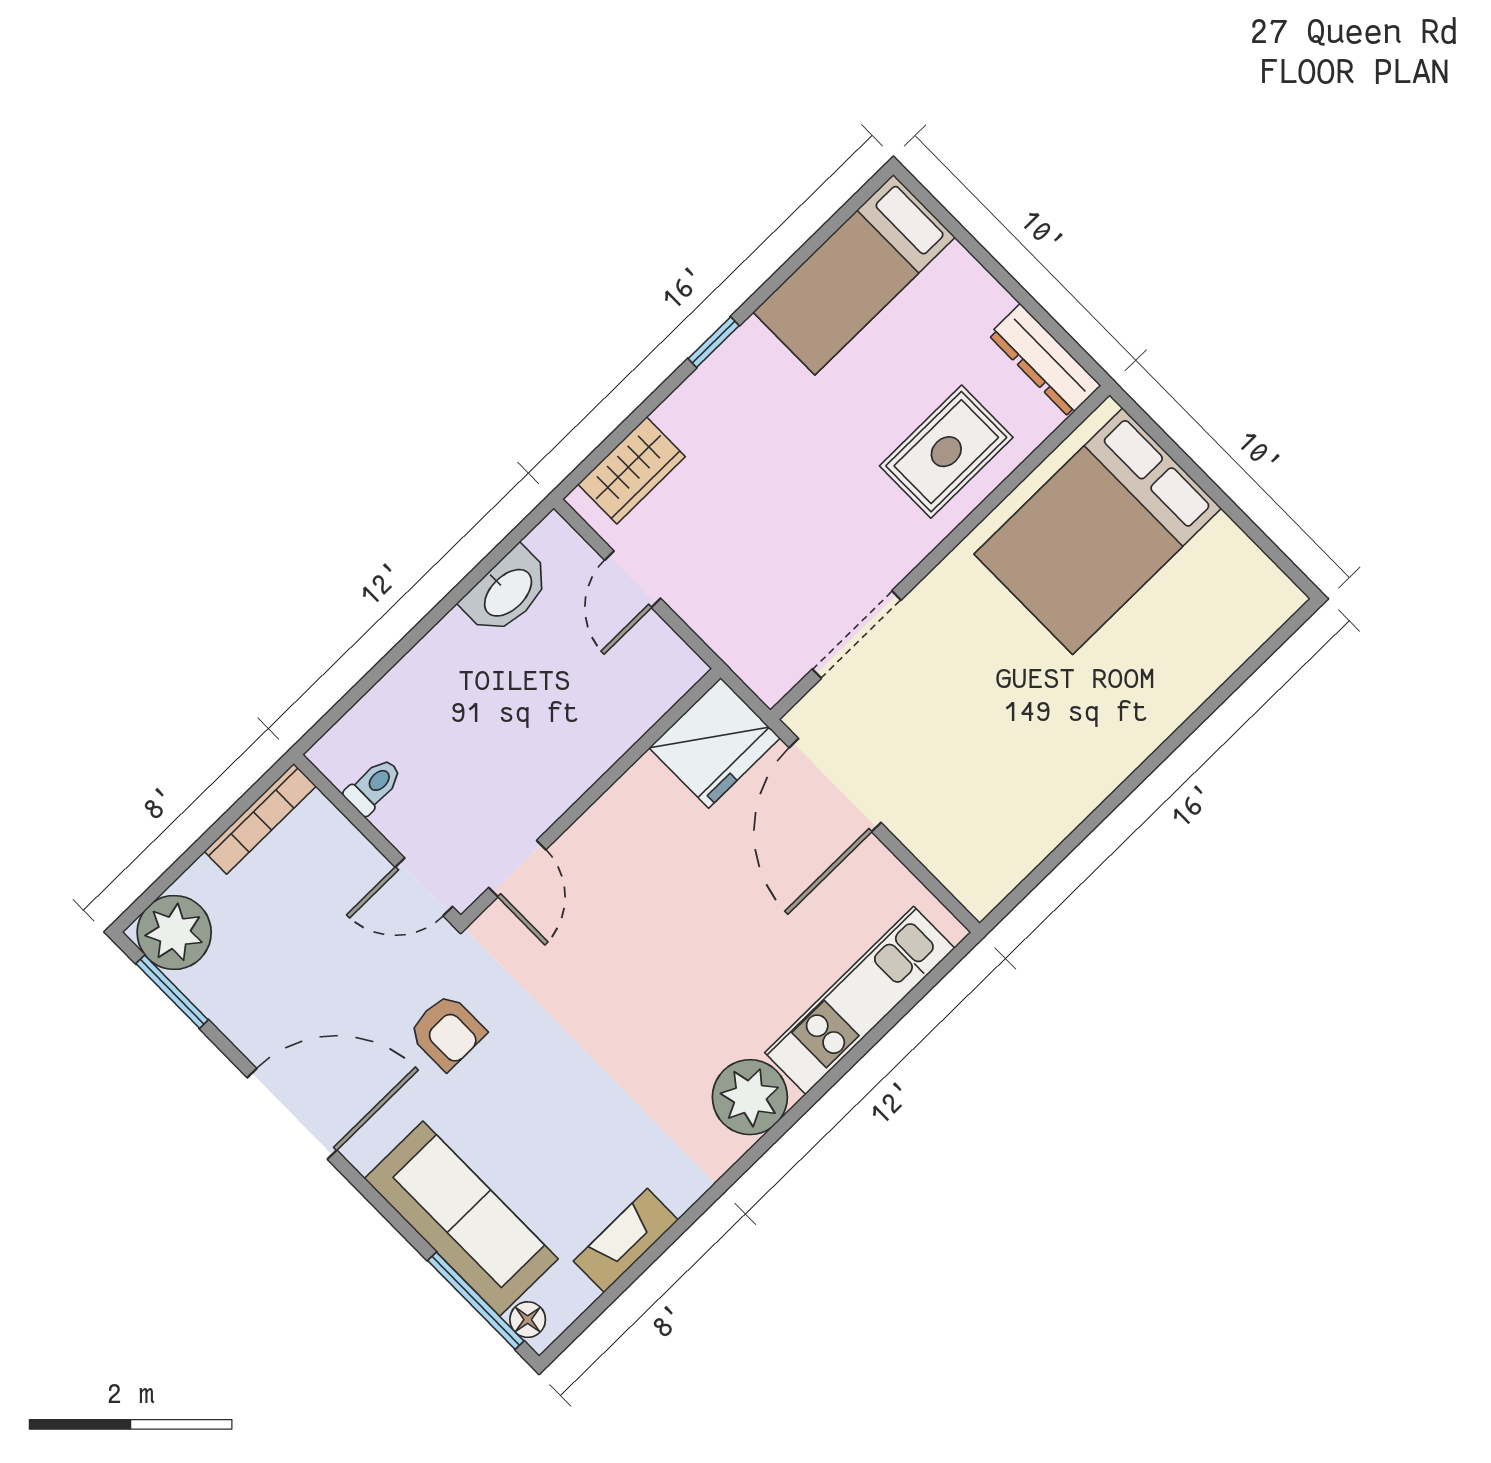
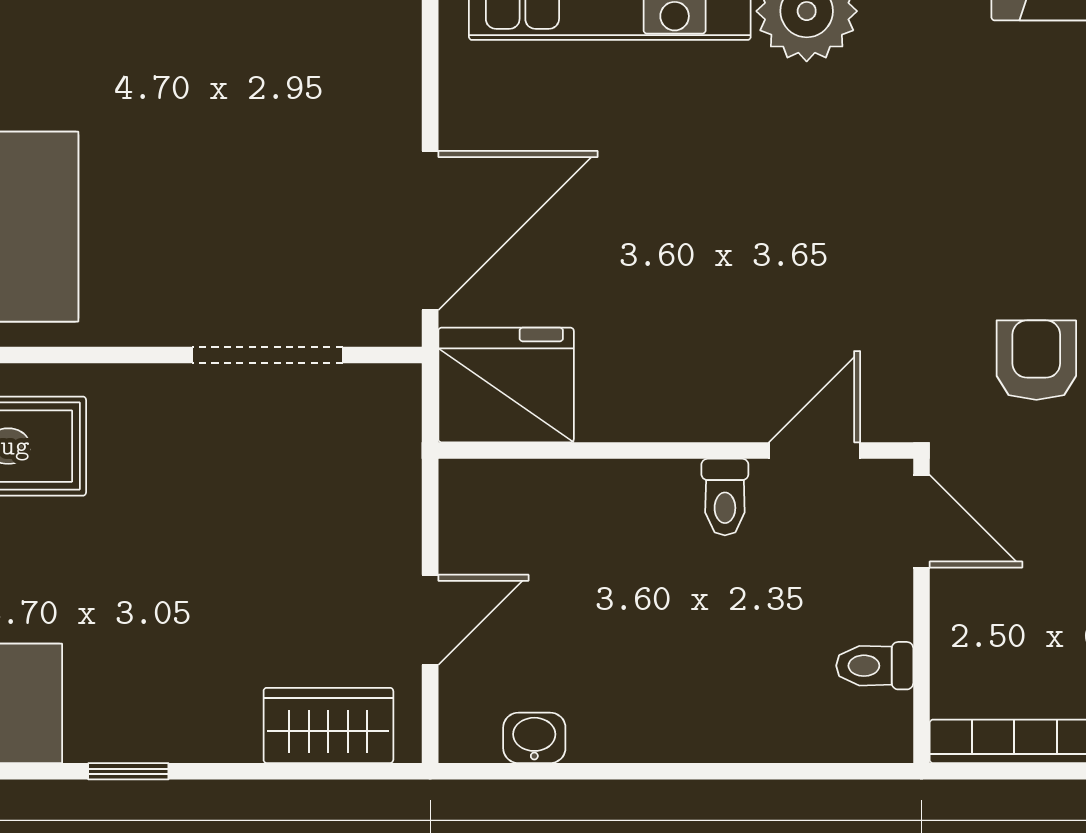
washbasin: (507, 592) -> (534, 738), width x0.52, depth x0.69
toilet: (540, 797) -> (725, 497), added

